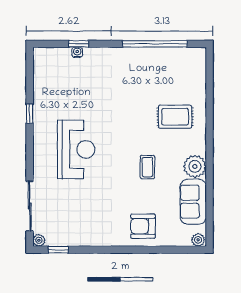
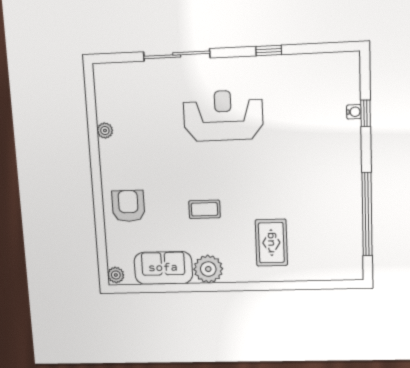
reception desk: (76, 149) -> (223, 116), turned 180
sliding door: (30, 206) -> (177, 55), moved
plant: (39, 240) -> (105, 131), moved
window: (58, 250) -> (90, 97), removed

